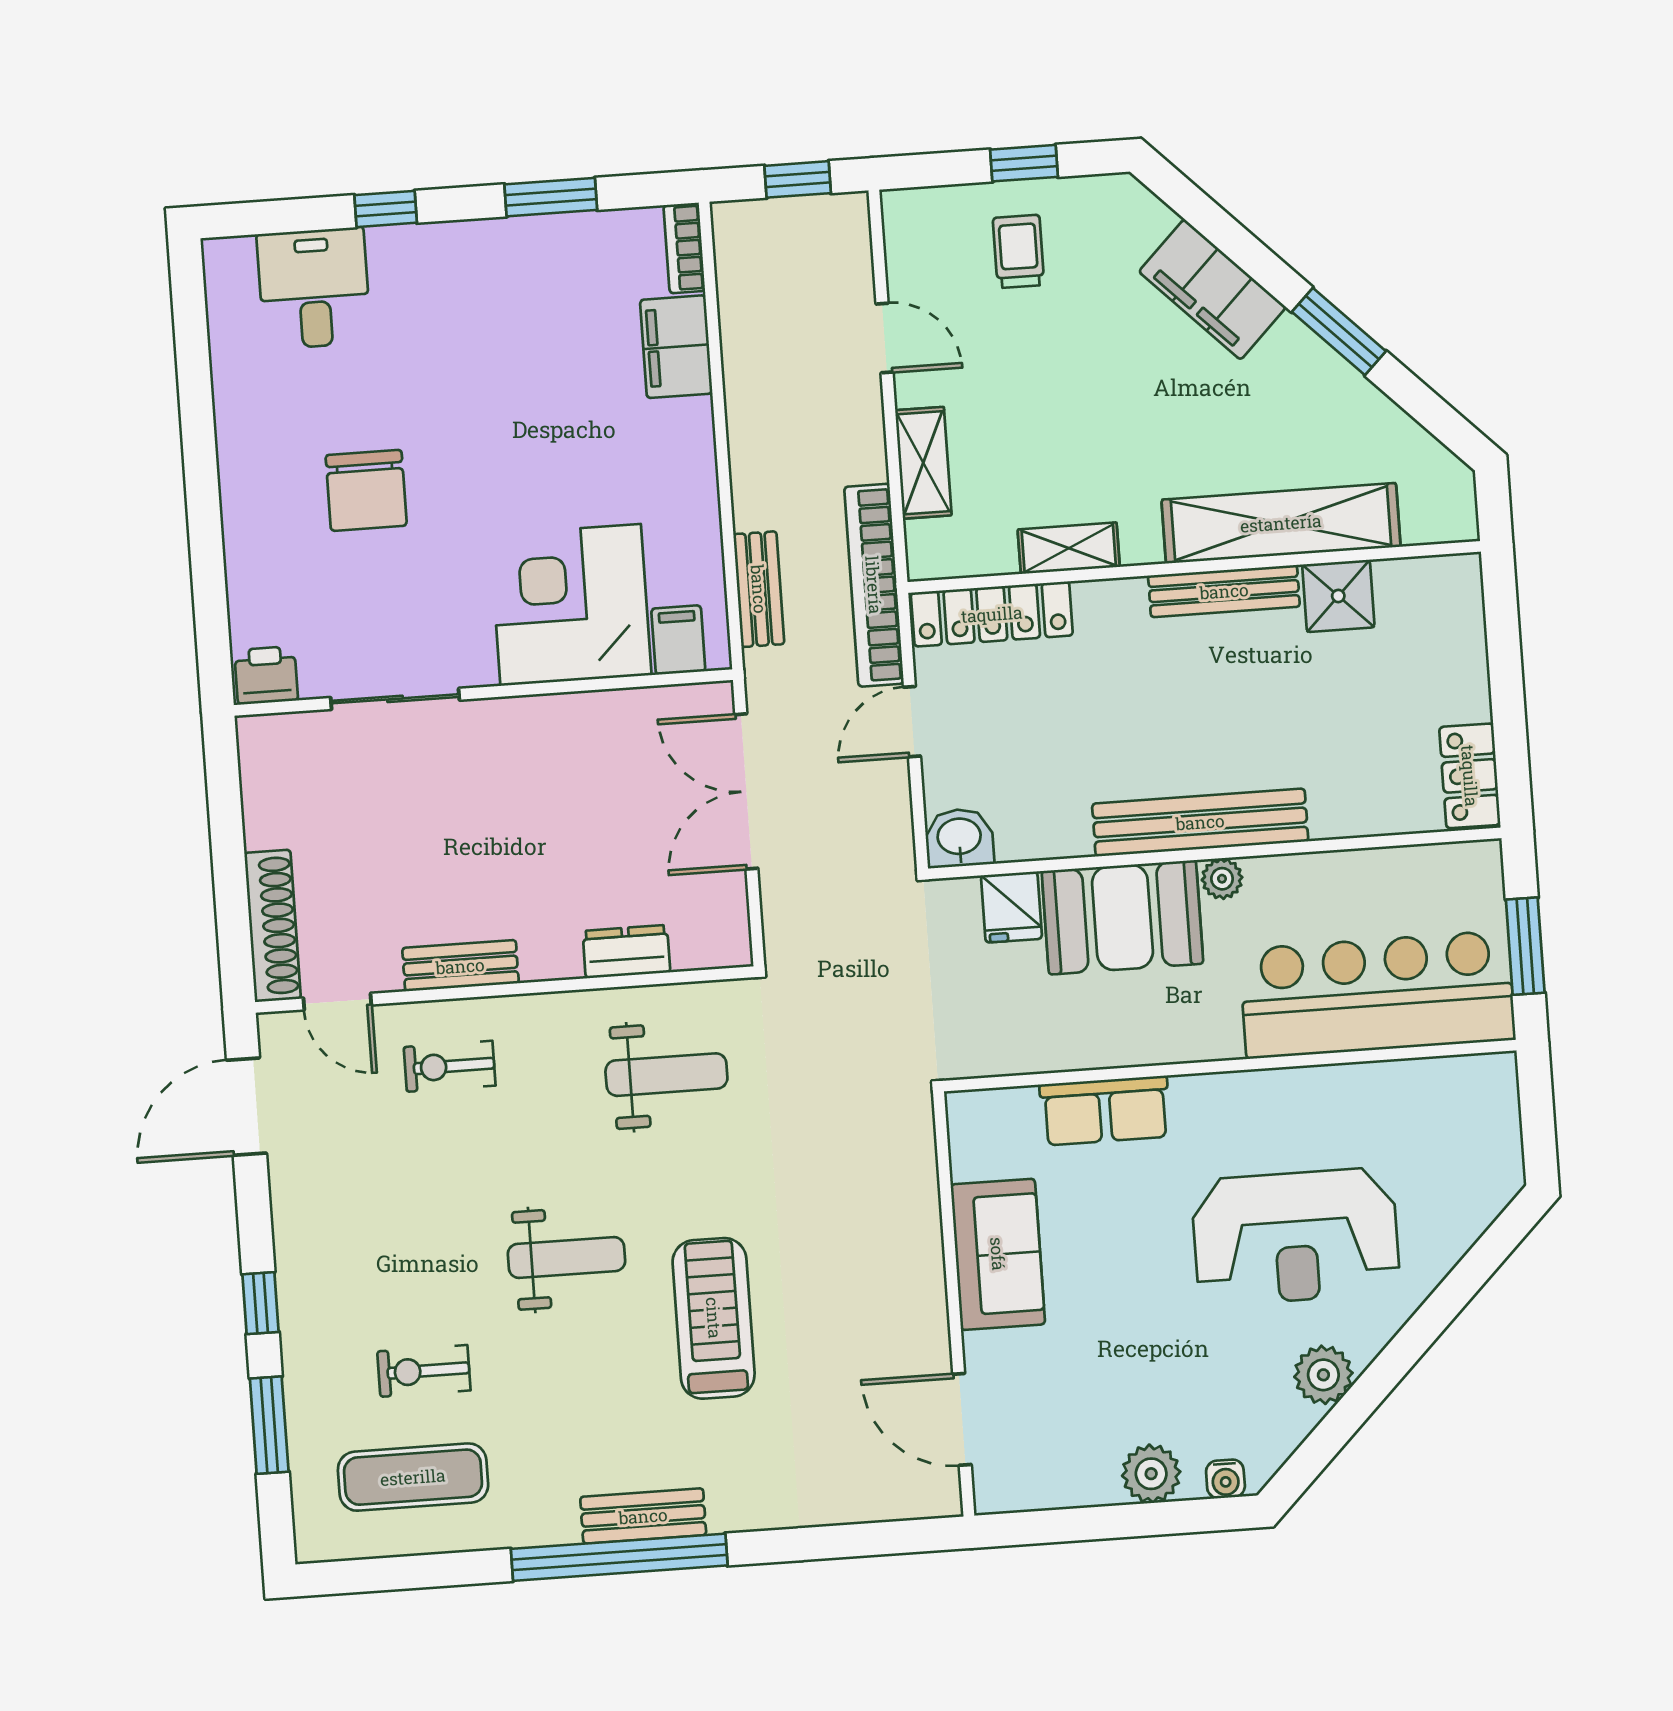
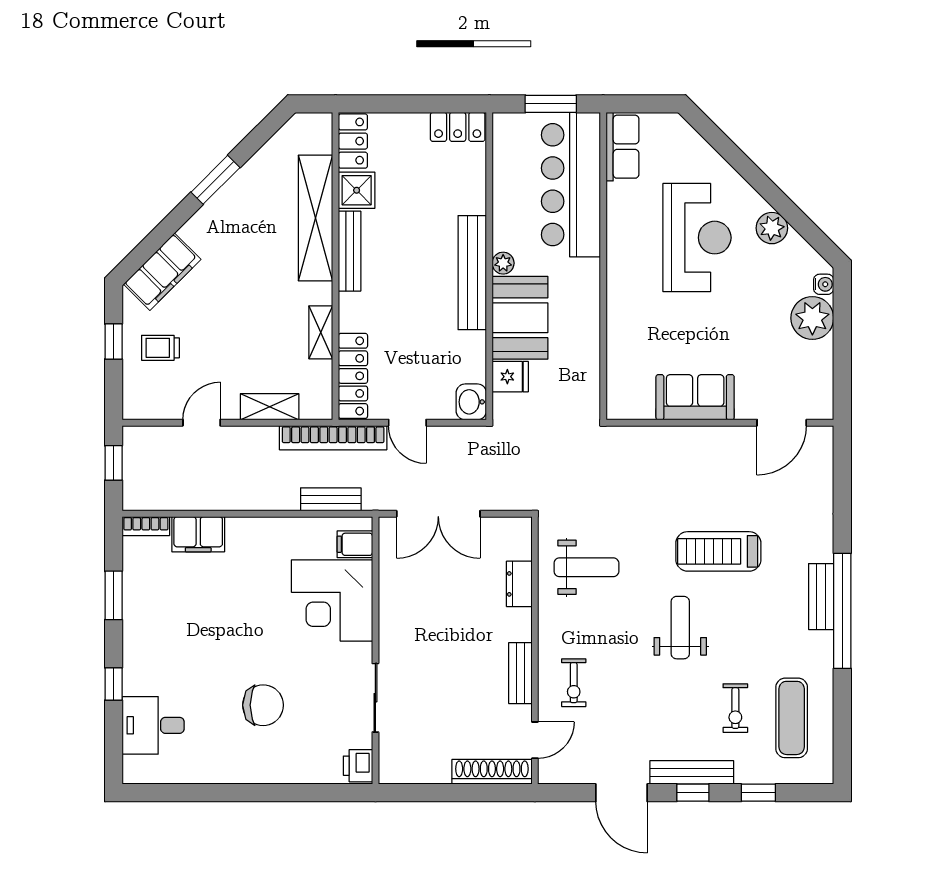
filing cabinet: (1212, 289) -> (162, 272), moved
locker: (1429, 583) -> (353, 141), added
weight bench: (666, 1075) -> (586, 567), turned 90
door: (246, 1107) -> (622, 793), moved
row of seats: (1105, 1111) -> (622, 147), moved
bench: (298, 1298) -> (692, 772), added
window: (269, 1425) -> (758, 793), width x0.67
plant: (1151, 1474) -> (812, 318), width x1.36, depth x1.36

